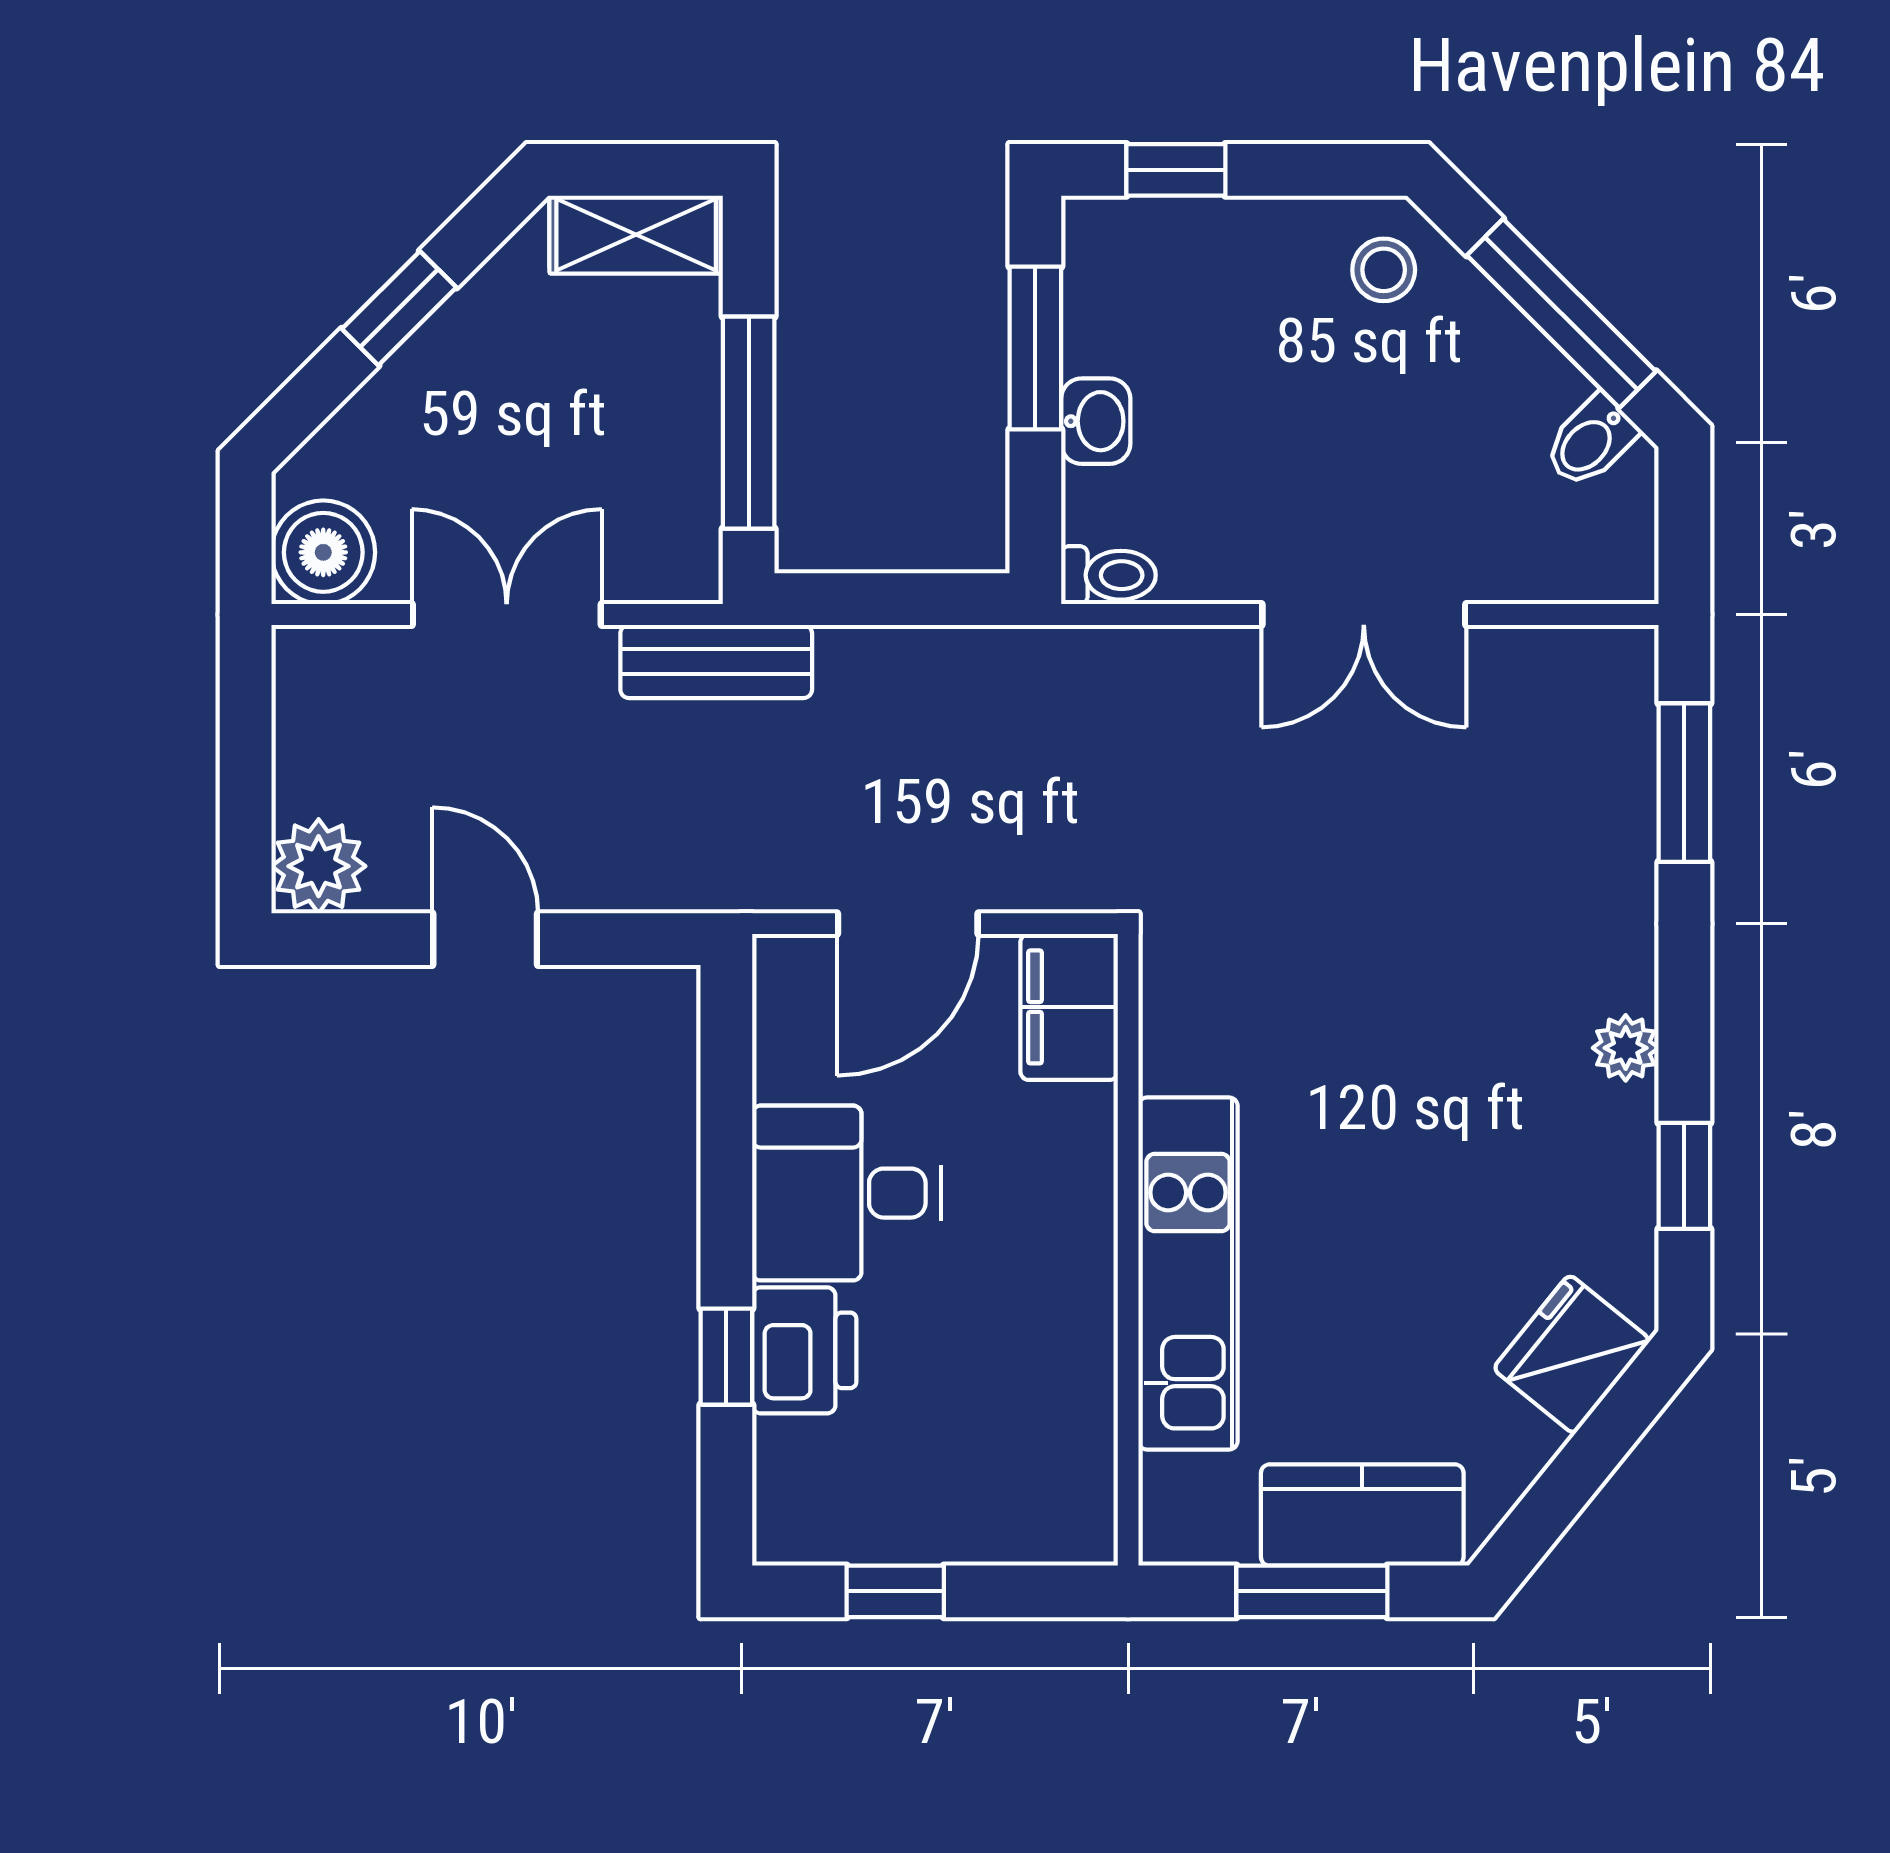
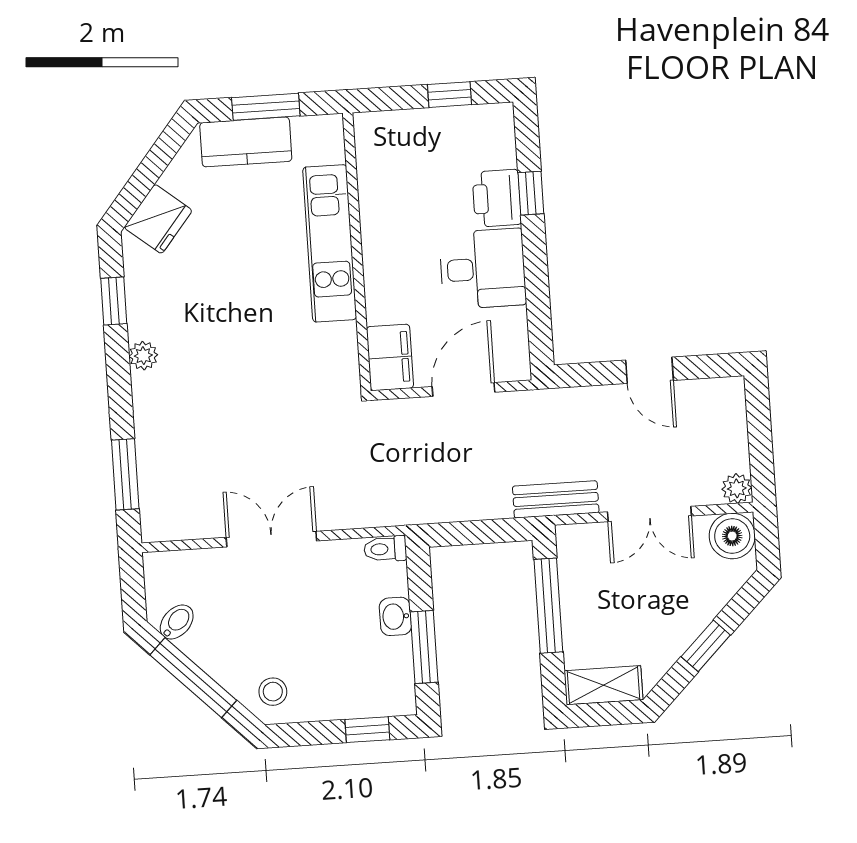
plant: (319, 866) -> (737, 488), moved, width x0.73, depth x0.73

